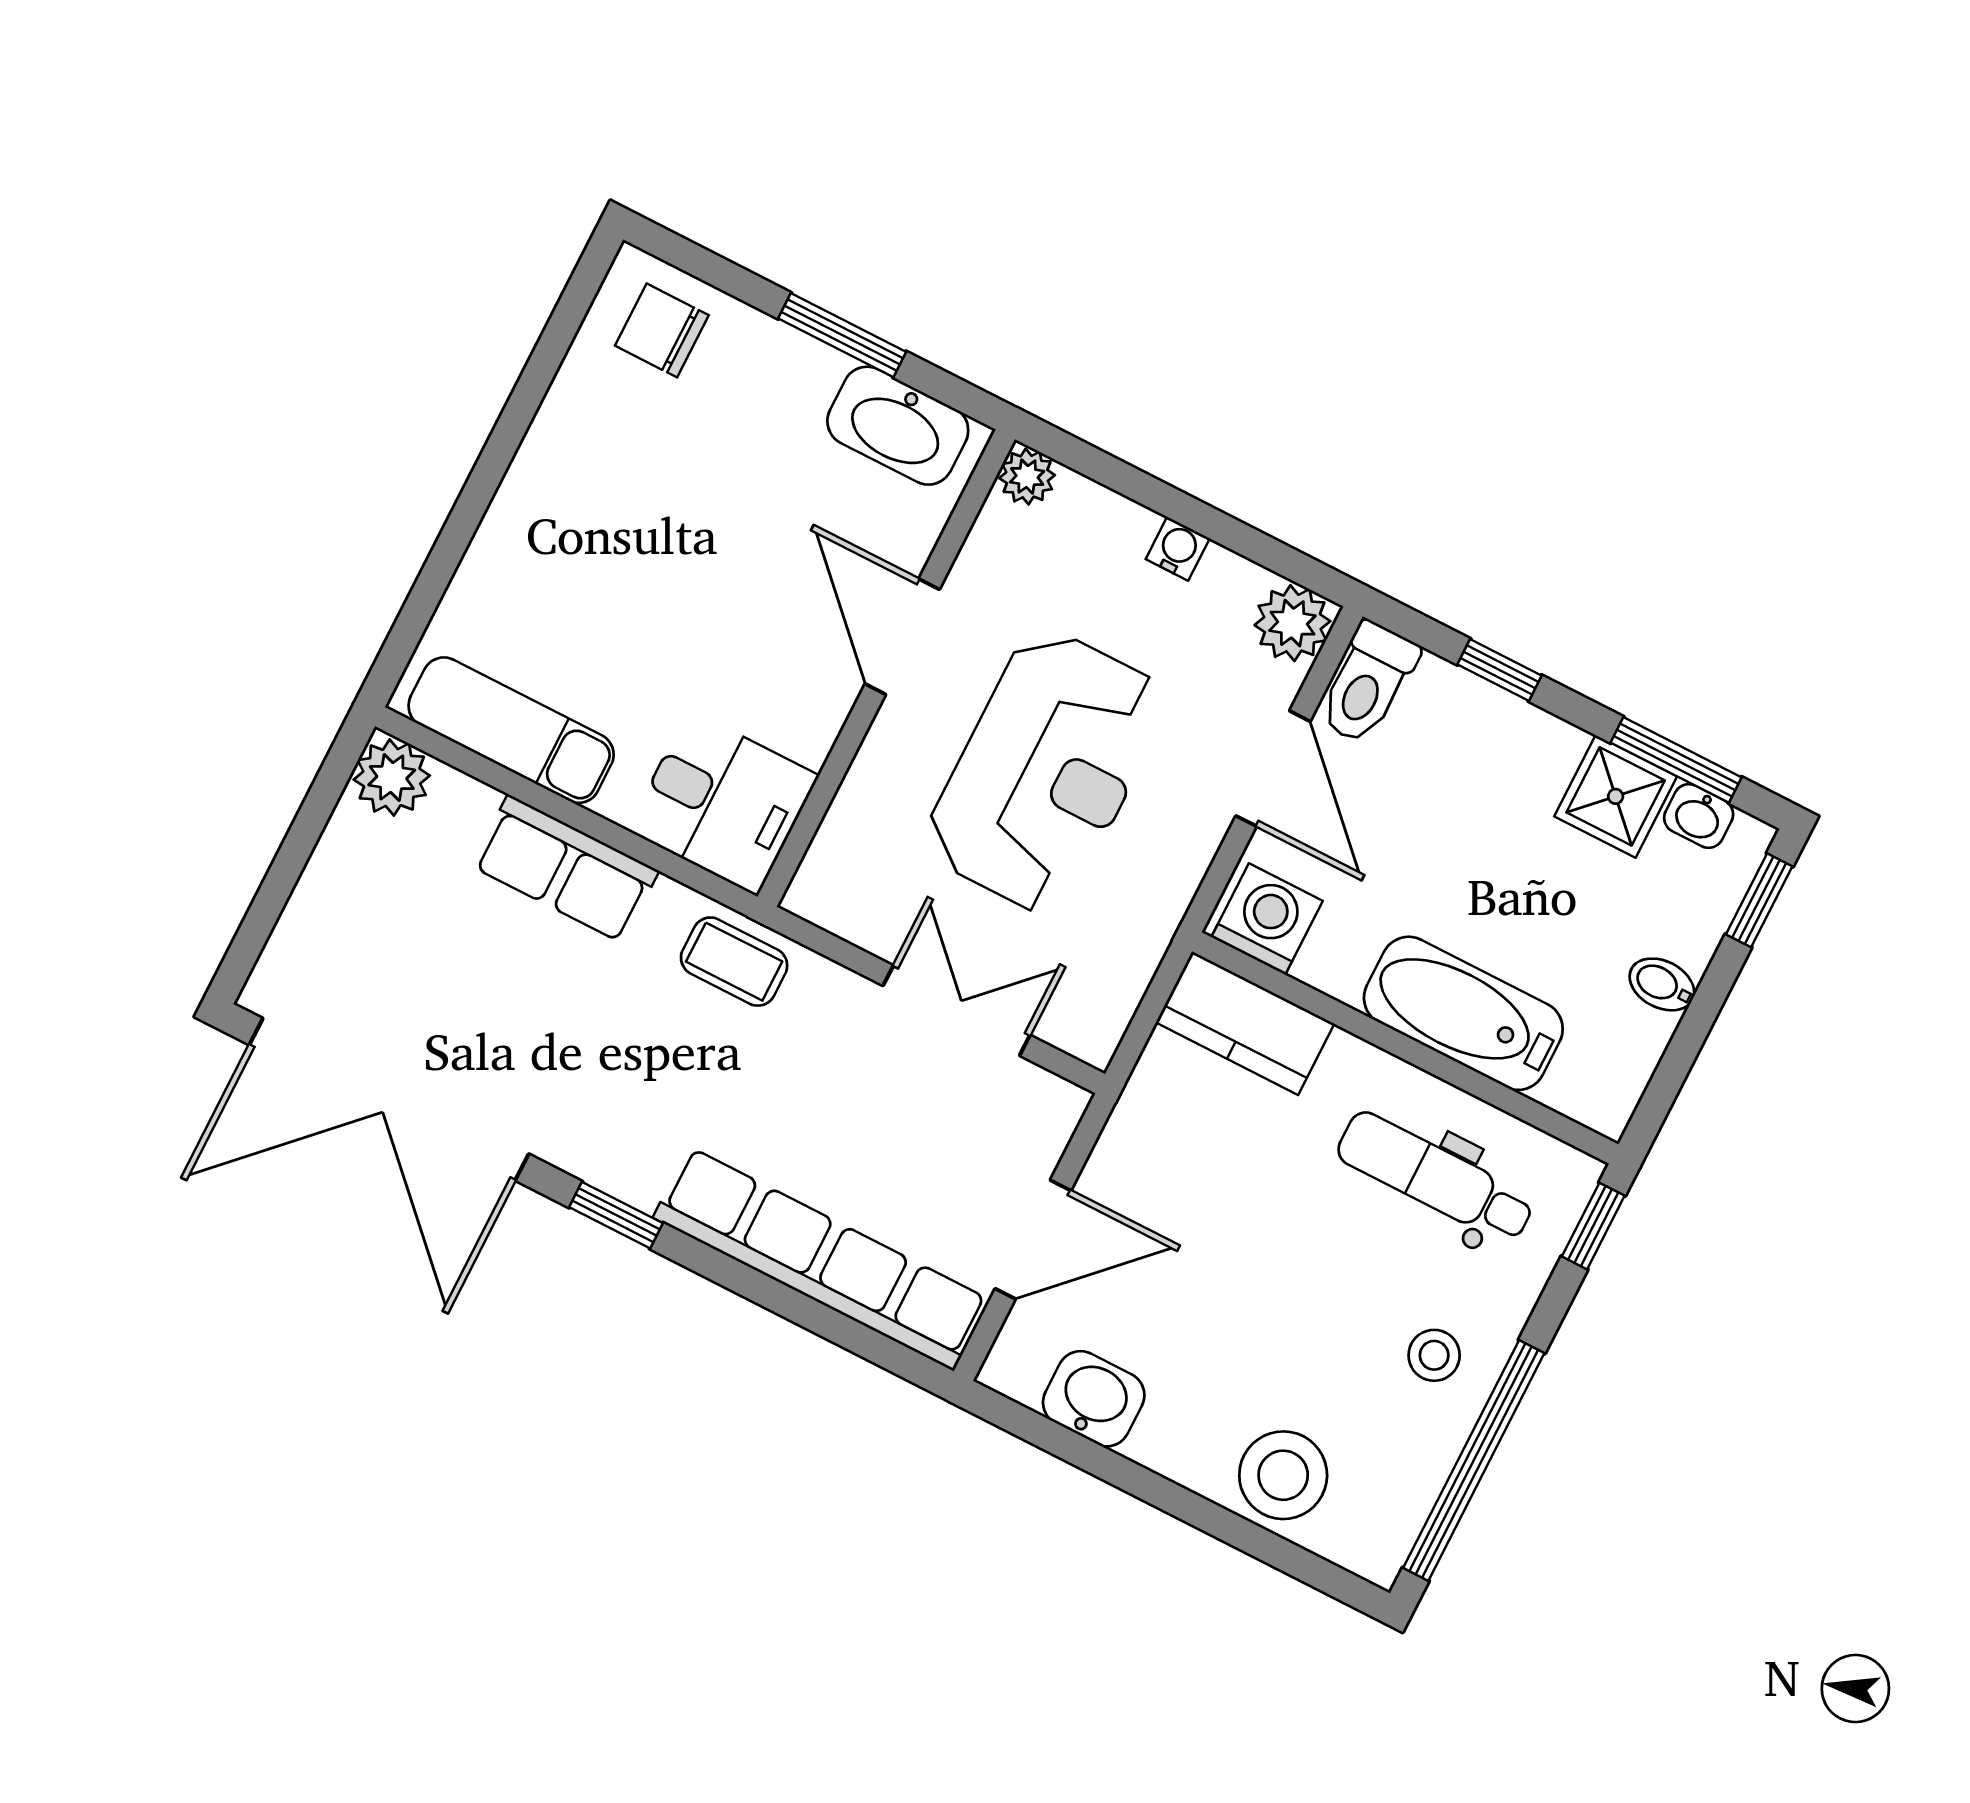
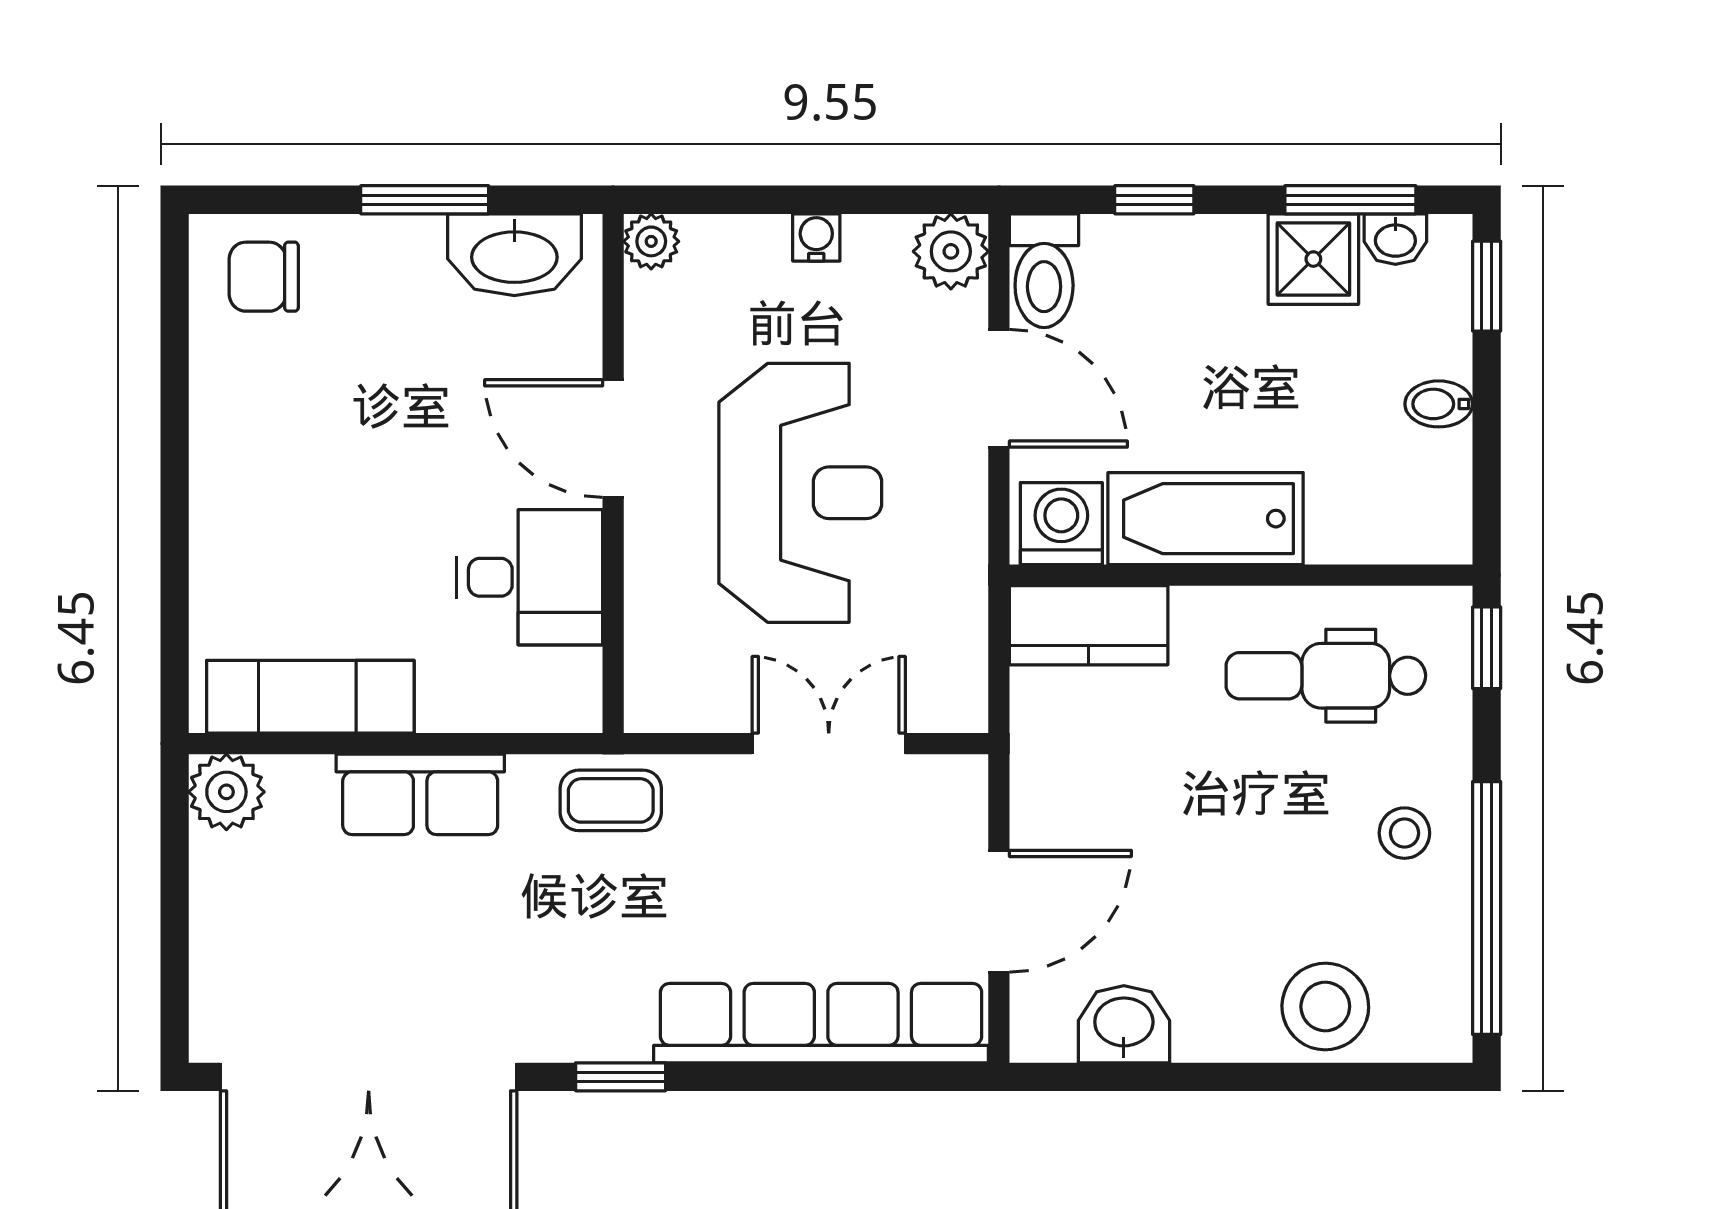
desk: (723, 803) -> (530, 577), moved
bathtub: (1463, 1013) -> (1206, 519), moved

